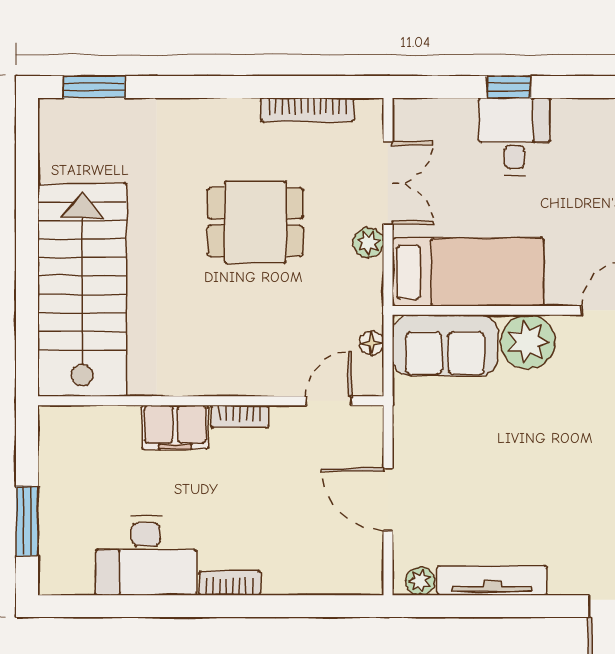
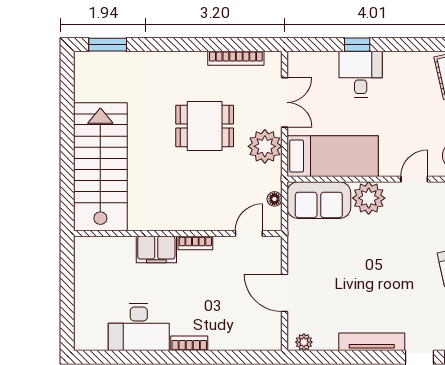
plant: (369, 243) -> (265, 146), width x1.88, depth x1.88
window: (27, 521) -> (67, 306), removed
tv unit: (492, 580) -> (372, 342), moved

